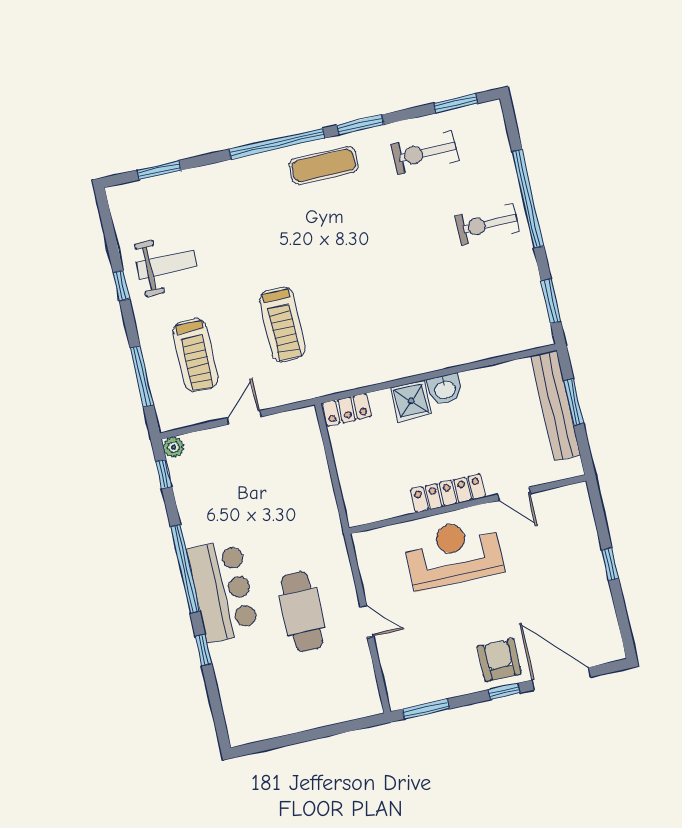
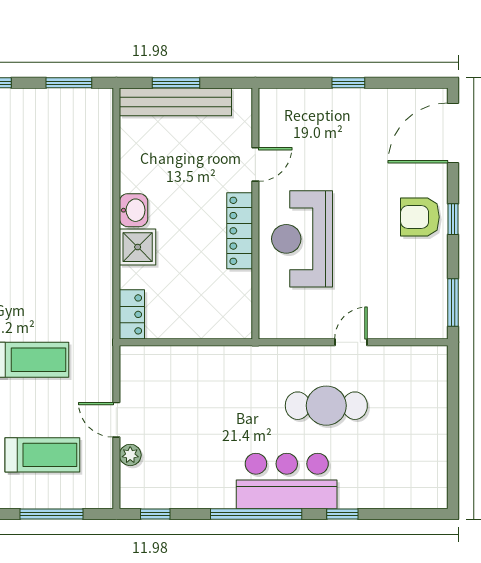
plant: (173, 447) -> (130, 455), moved
door: (561, 678) -> (453, 133), moved

